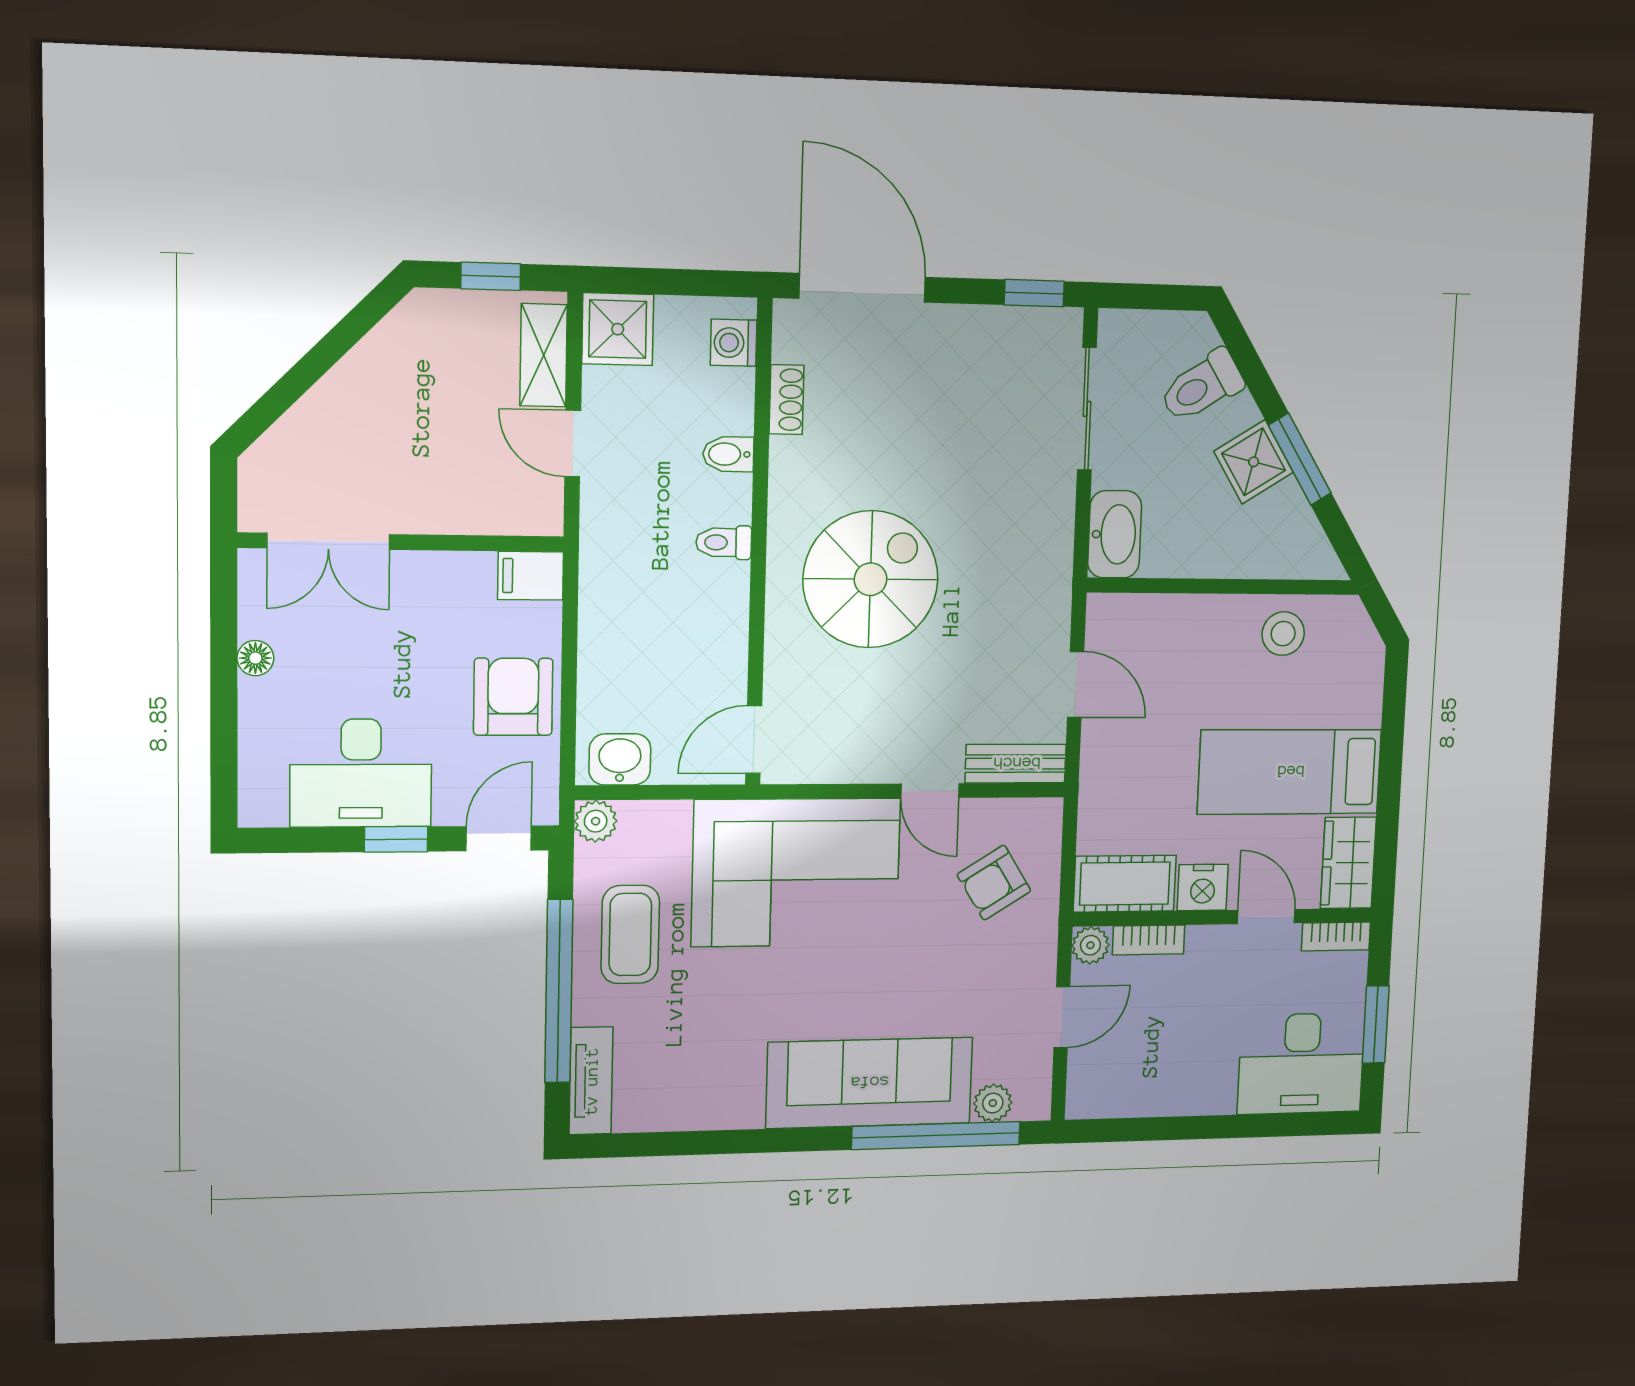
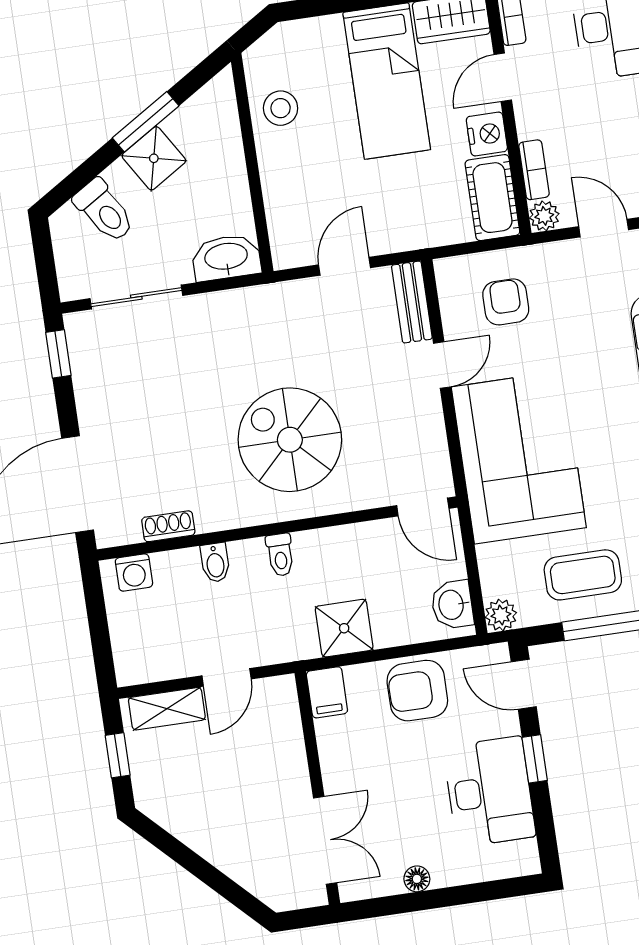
shower: (618, 329) -> (344, 628), moved
armchair: (994, 883) -> (506, 302), turned -148

